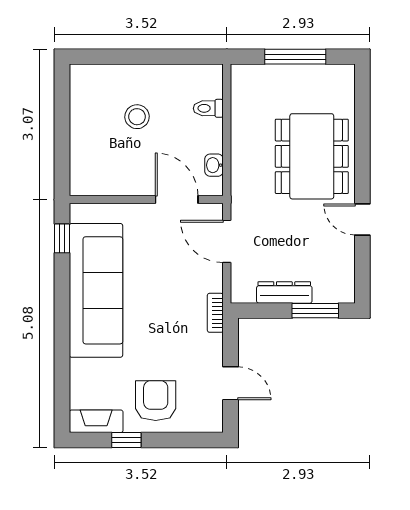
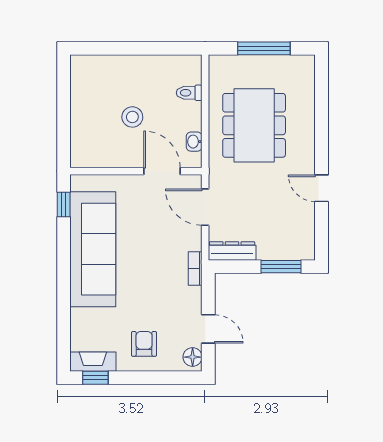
stool: (137, 117) -> (132, 117), moved
dining table: (312, 156) -> (254, 125), moved
dresser: (284, 292) -> (232, 251), moved
armchair: (156, 401) -> (144, 344), width x0.72, depth x0.72
floor lamp: (212, 416) -> (193, 357), added
window: (126, 440) -> (95, 378), moved

